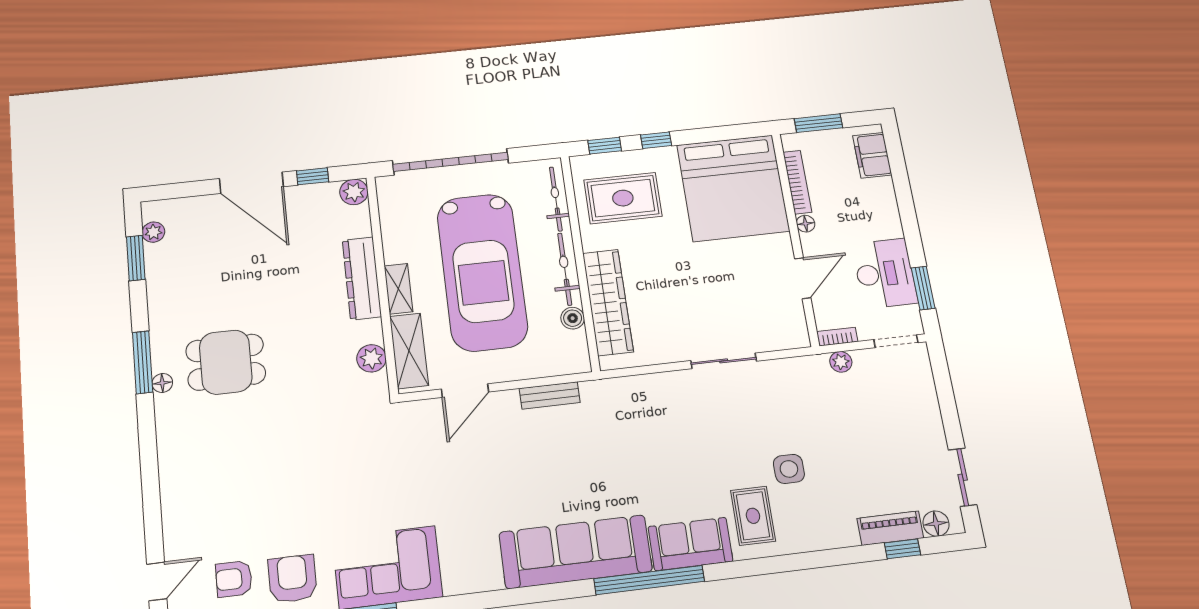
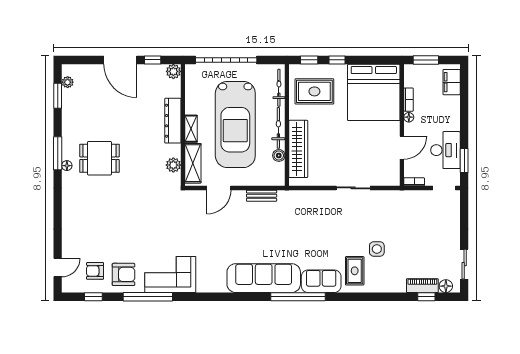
bookcase: (797, 182) -> (409, 100), width x0.64
plant: (841, 362) -> (413, 196), removed
armchair: (292, 579) -> (123, 274), turned 90

